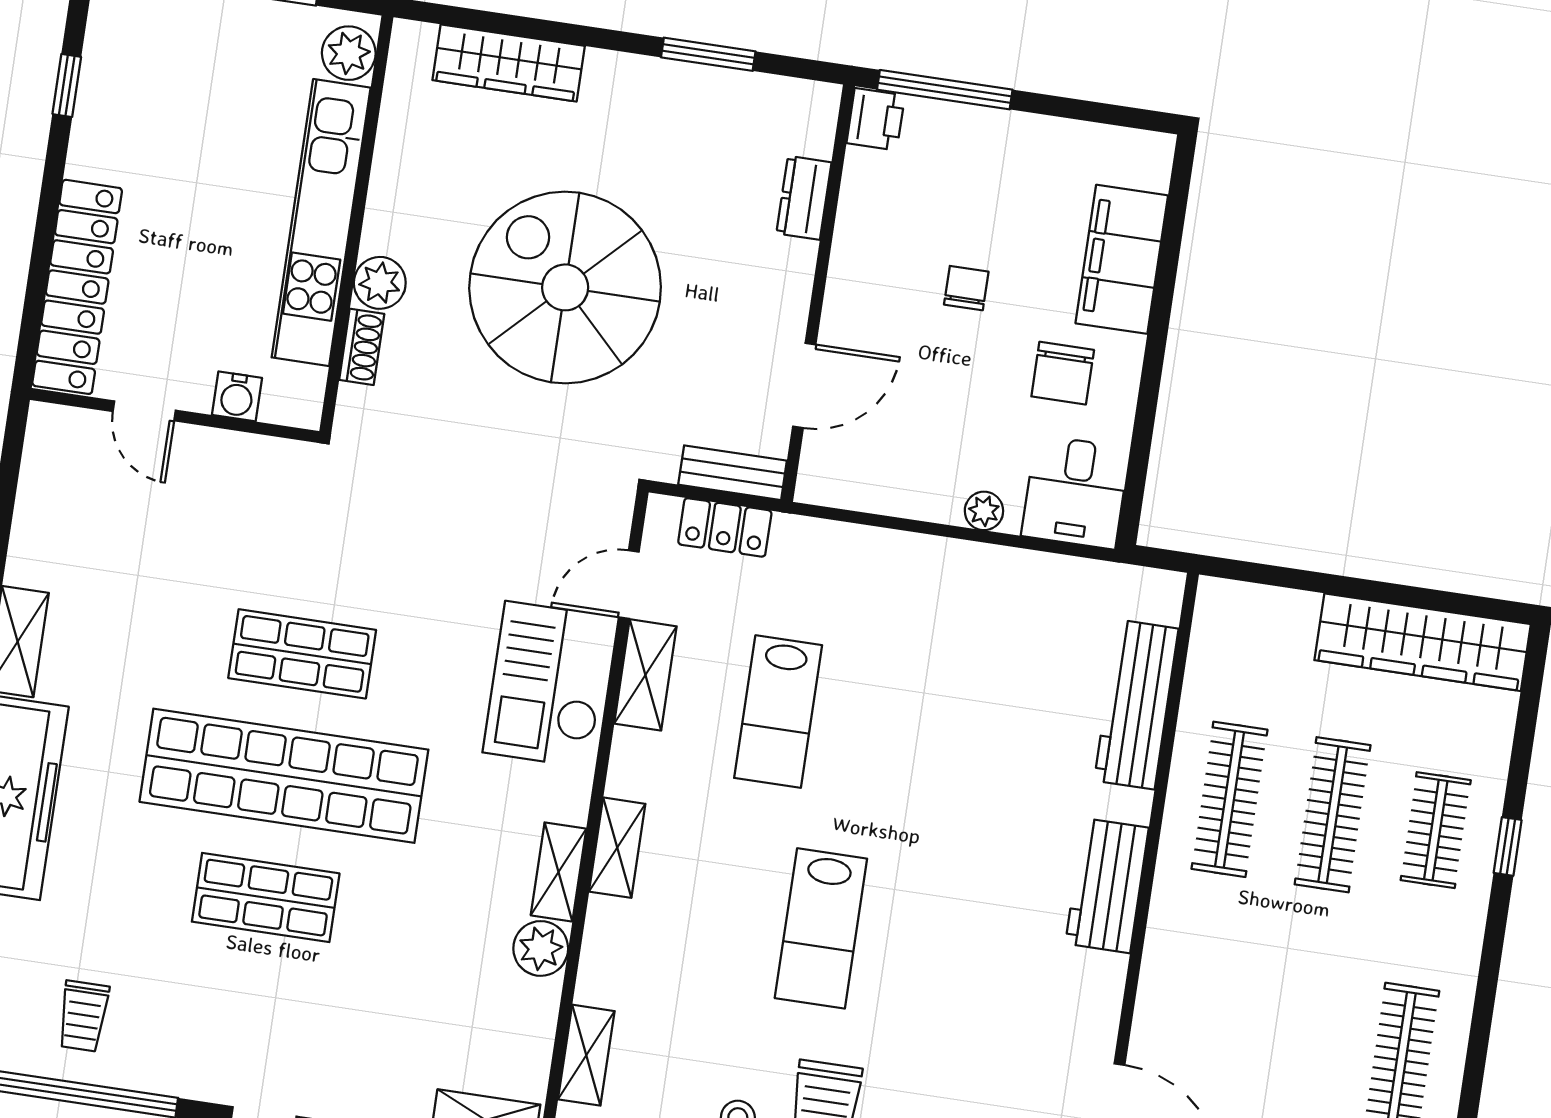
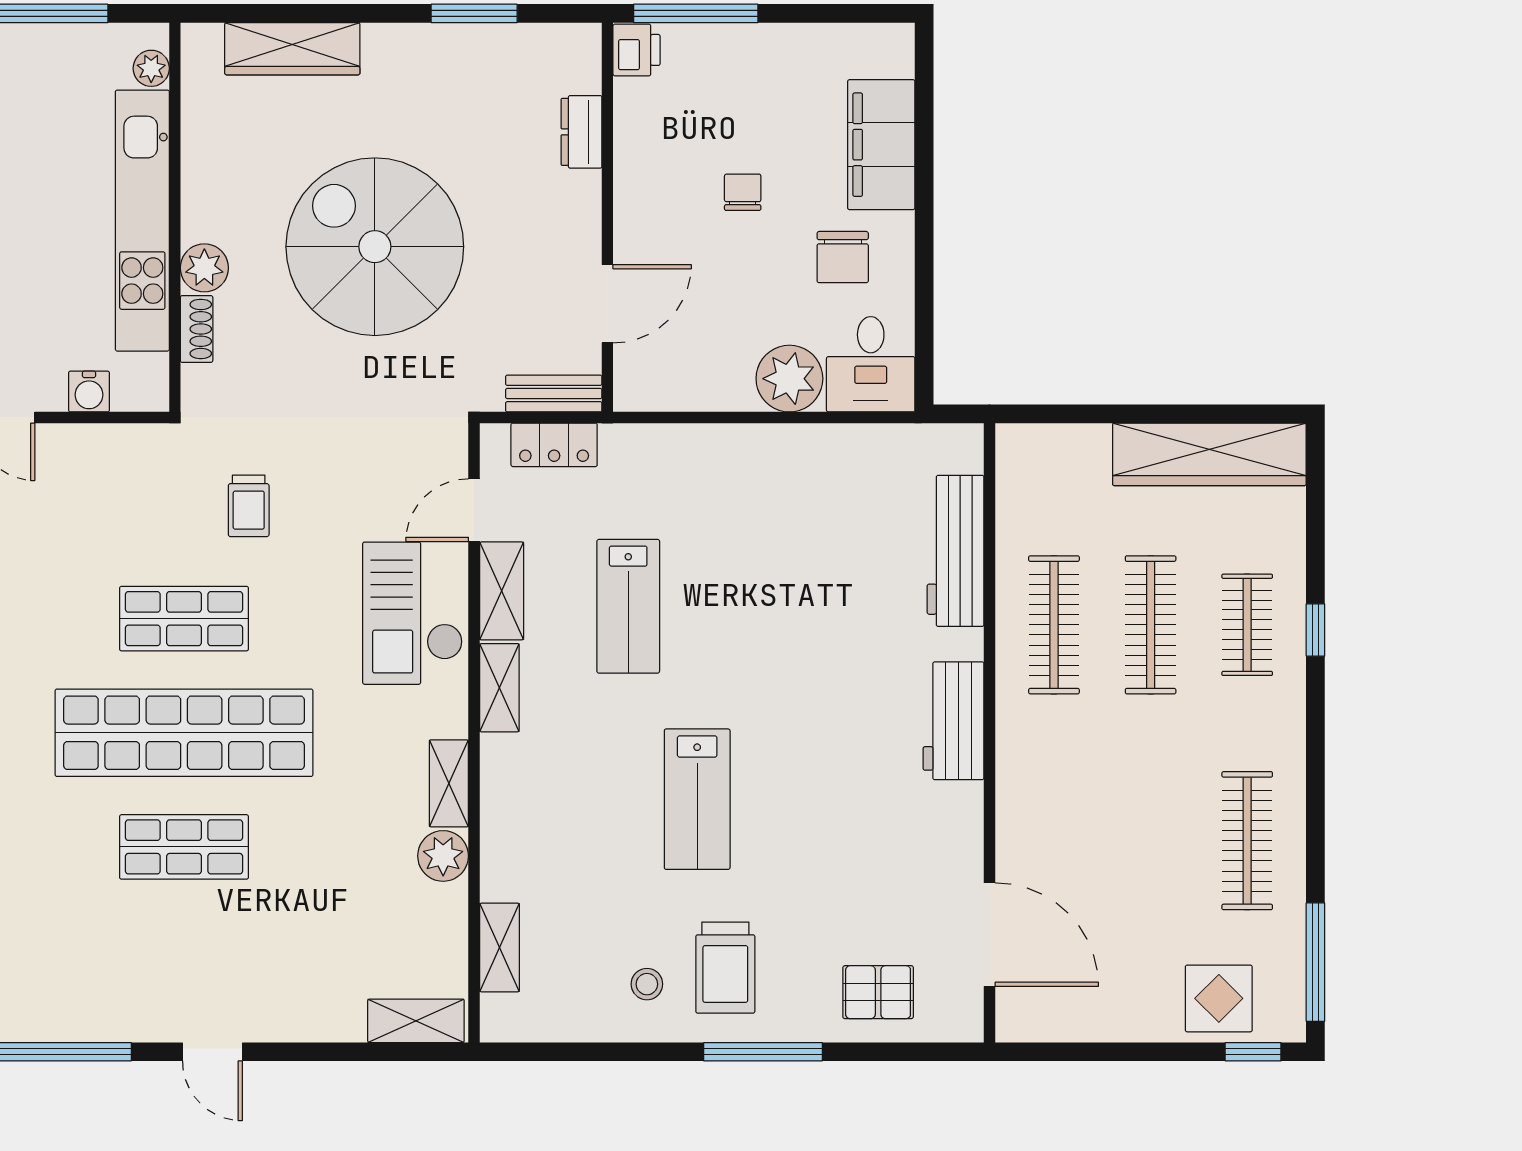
plant: (349, 53) -> (151, 68), width x0.73, depth x0.73
plant: (984, 511) -> (789, 379), width x1.88, depth x1.88
shelving: (617, 848) -> (499, 688), moved
trolley: (83, 1016) -> (249, 506), moved

